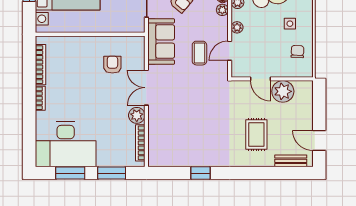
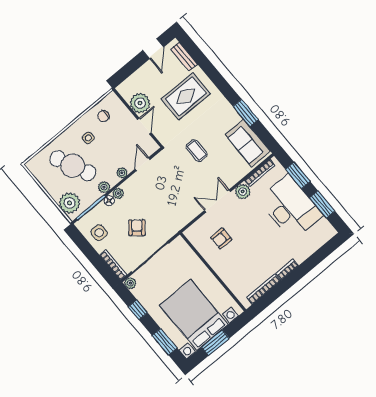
sofa: (161, 42) -> (248, 143), moved, turned -90
door: (230, 51) -> (143, 164), swing flipped
coffee table: (199, 53) -> (197, 151), moved, turned 90
double door: (146, 88) -> (217, 201), swing flipped
rug: (256, 134) -> (186, 96), width x1.36, depth x1.43
desk: (66, 144) -> (290, 207), moved
window: (200, 173) -> (246, 113), width x1.50

